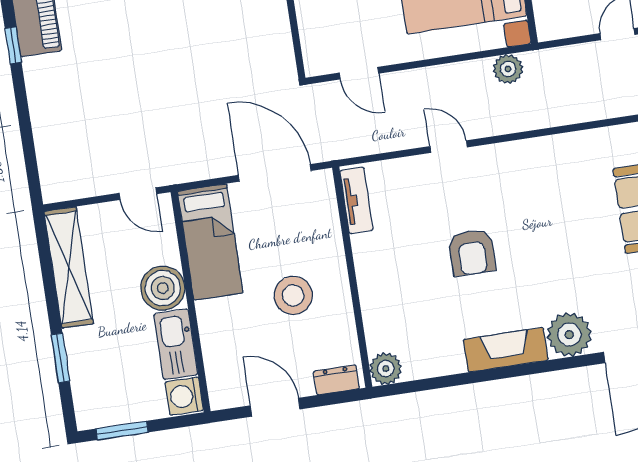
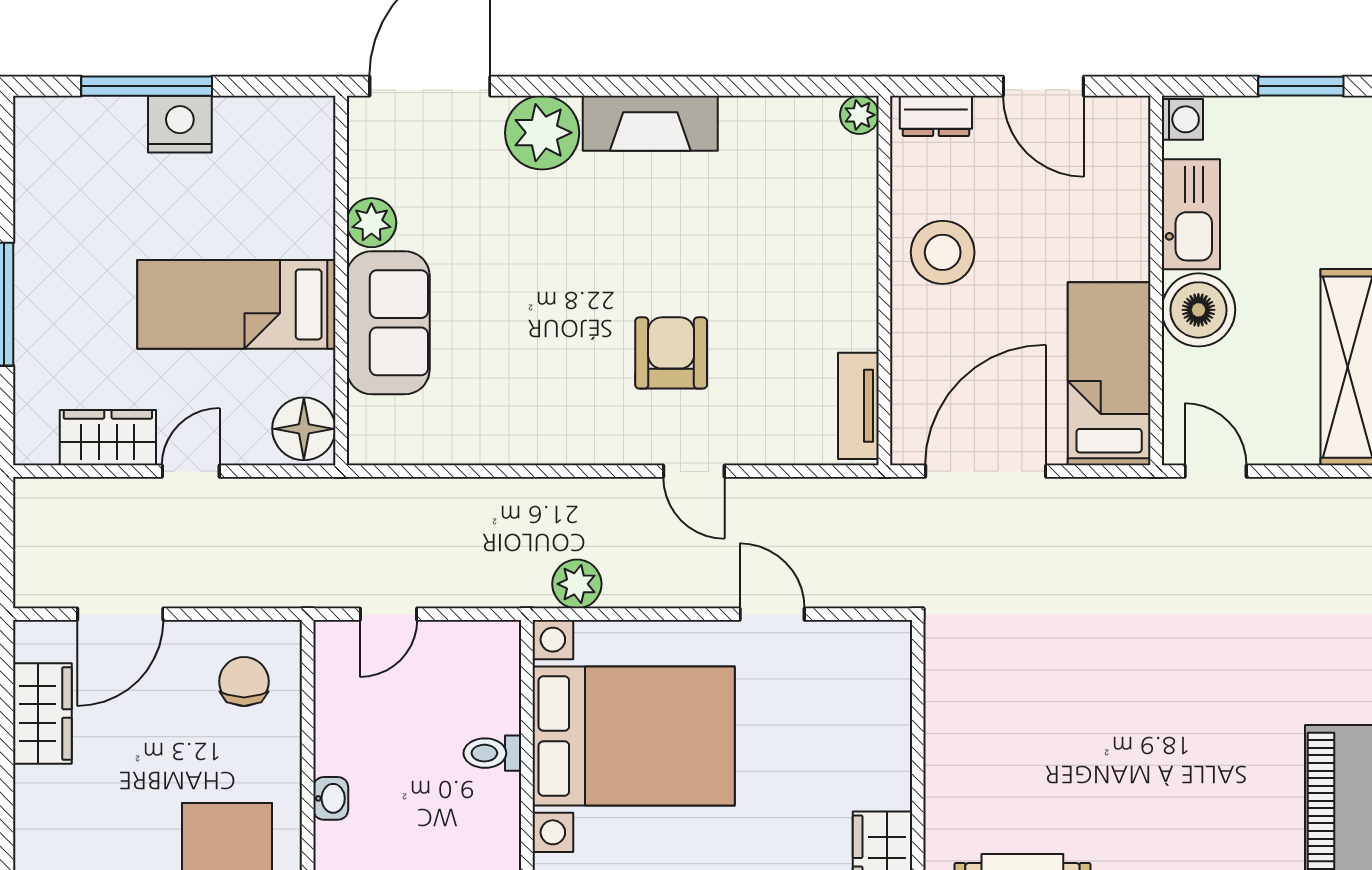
door: (359, 73) -> (772, 614), moved
door: (275, 173) -> (986, 471), swing flipped
armchair: (472, 252) -> (671, 353), moved
stool: (293, 295) -> (943, 252), moved
plant: (386, 369) -> (859, 115), width x0.73, depth x0.73
washing machine: (184, 396) -> (1182, 119), width x0.73, depth x0.73

